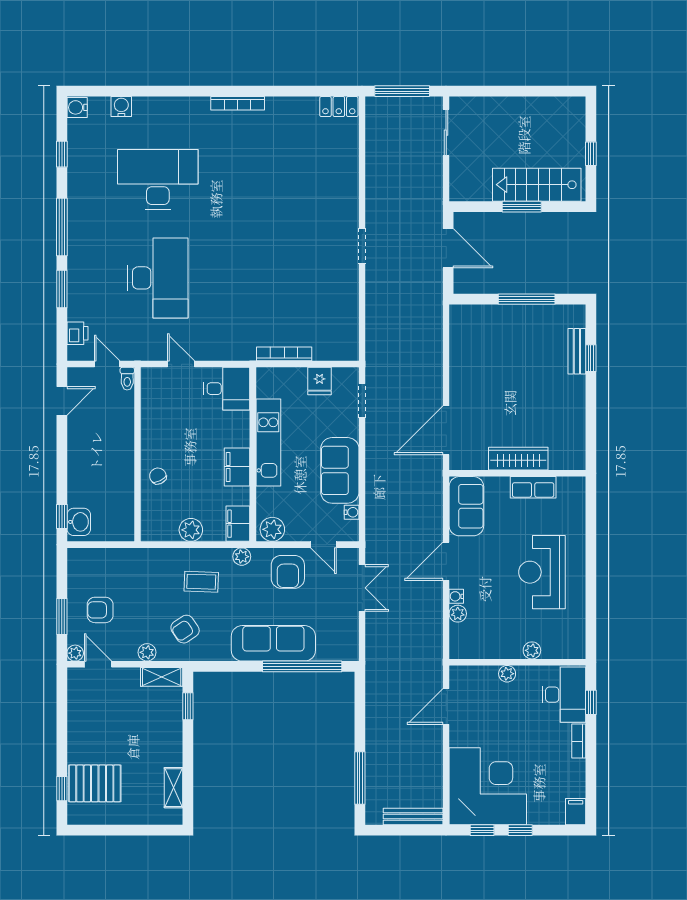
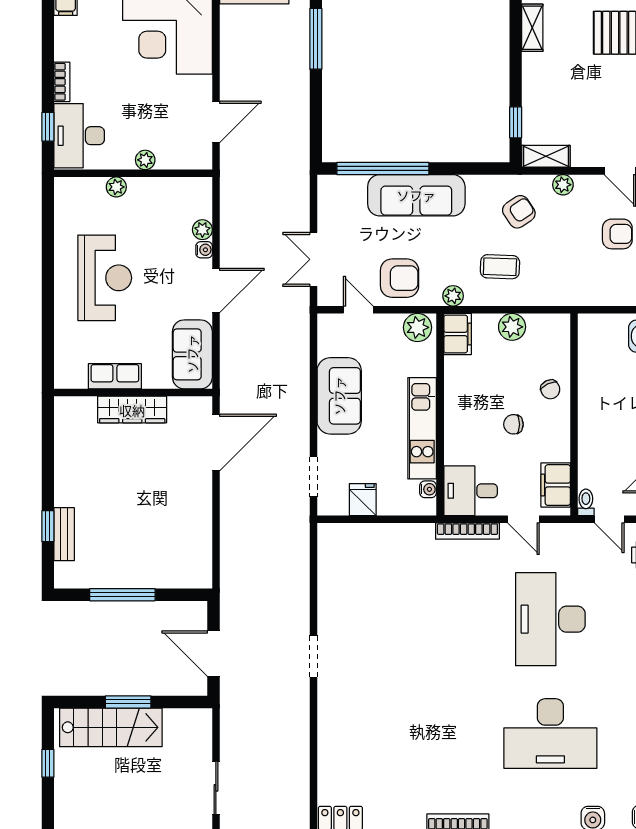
bookcase: (284, 354) -> (467, 531), moved
chair: (190, 446) -> (513, 424), added
filing cabinet: (237, 467) -> (556, 485), moved, turned 180
water cooler: (352, 512) -> (428, 489), moved, turned 180
armchair: (288, 572) -> (400, 278), turned 90

